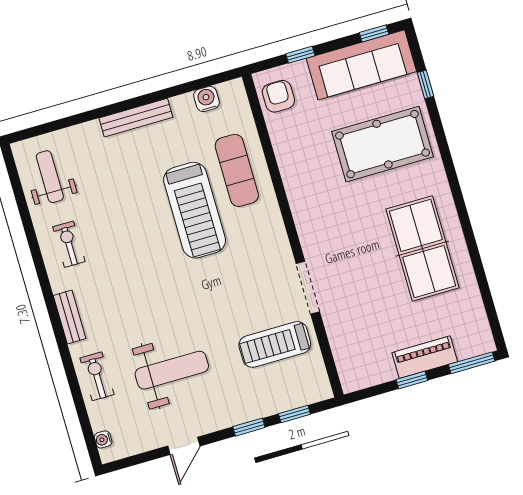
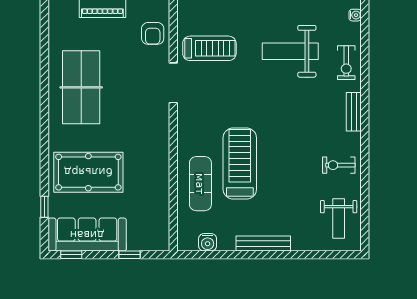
armchair: (278, 96) -> (153, 33), moved
exercise bike: (69, 244) -> (339, 165), turned 90

